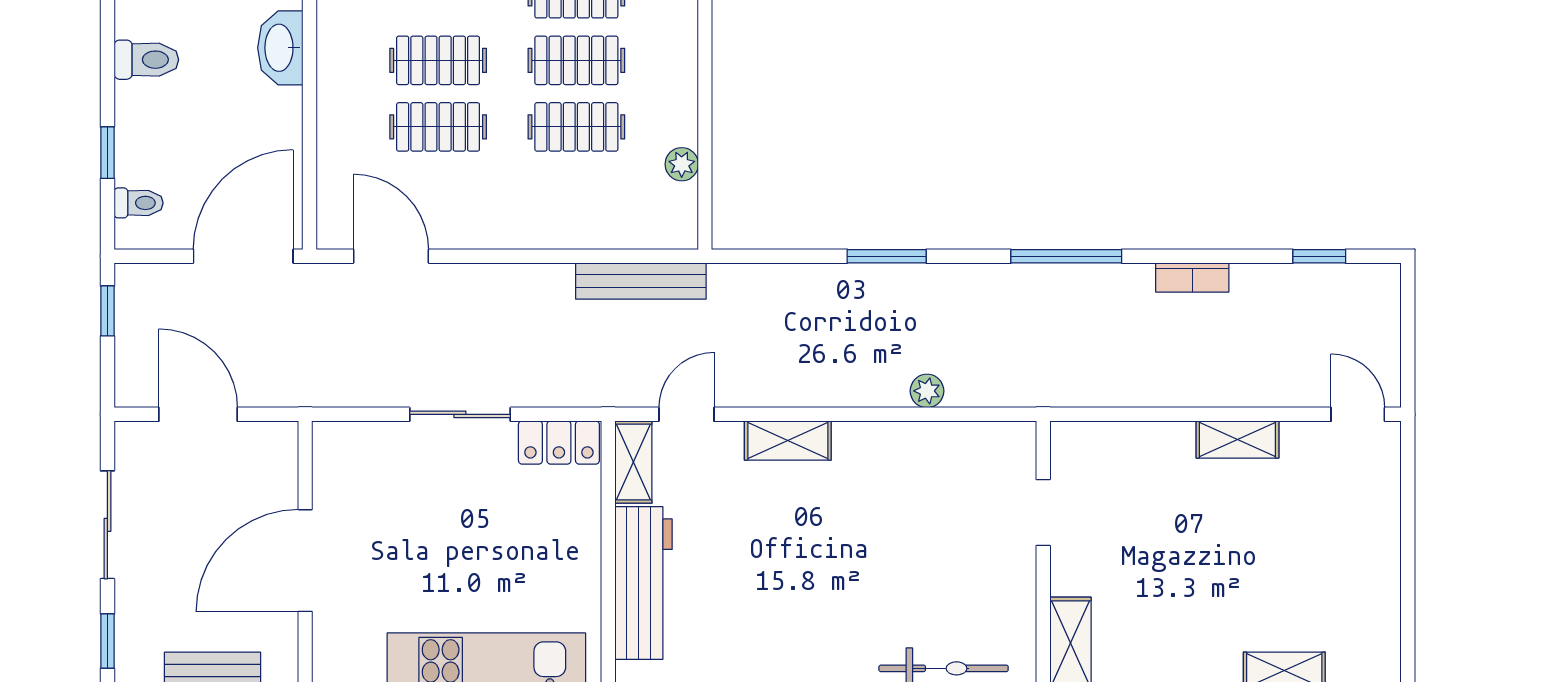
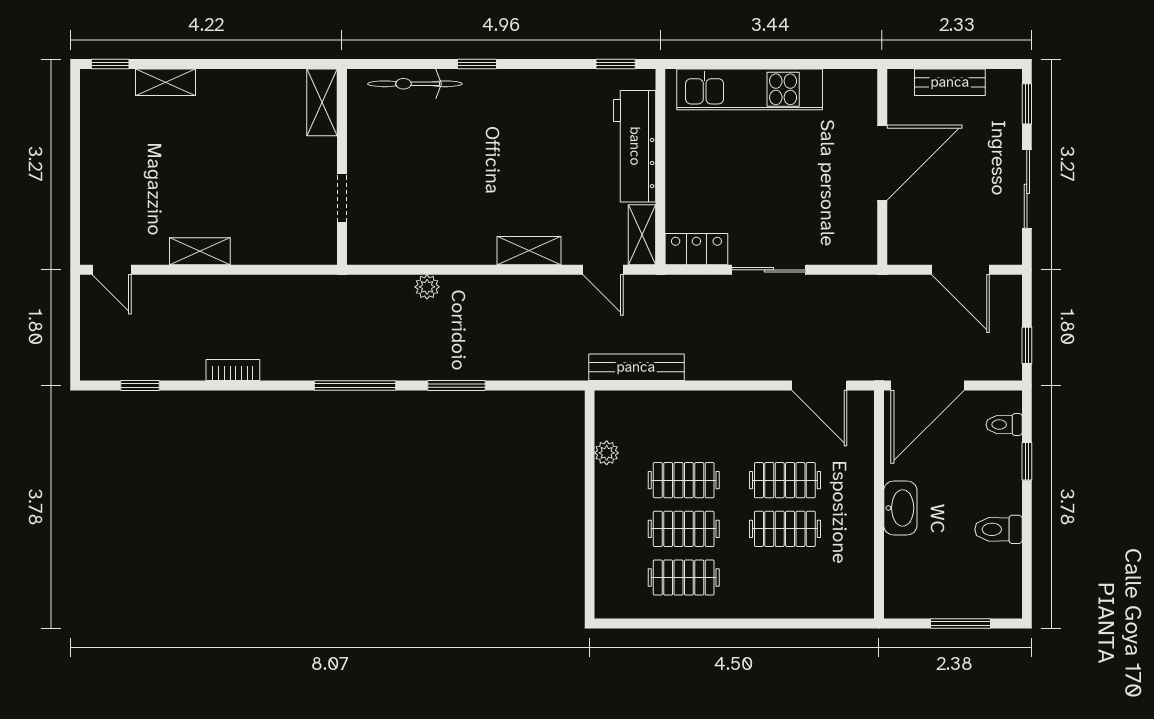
washbasin: (280, 48) -> (900, 508), moved
window: (1066, 256) -> (355, 386), moved
door: (686, 414) -> (603, 270), hinge flipped

